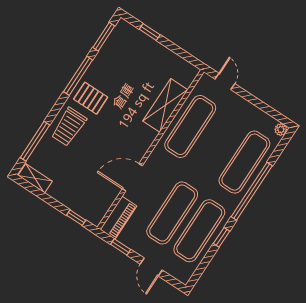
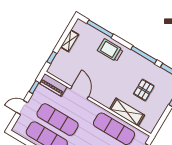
pallet: (91, 98) -> (144, 90), moved
shelving: (35, 178) -> (70, 41), moved

